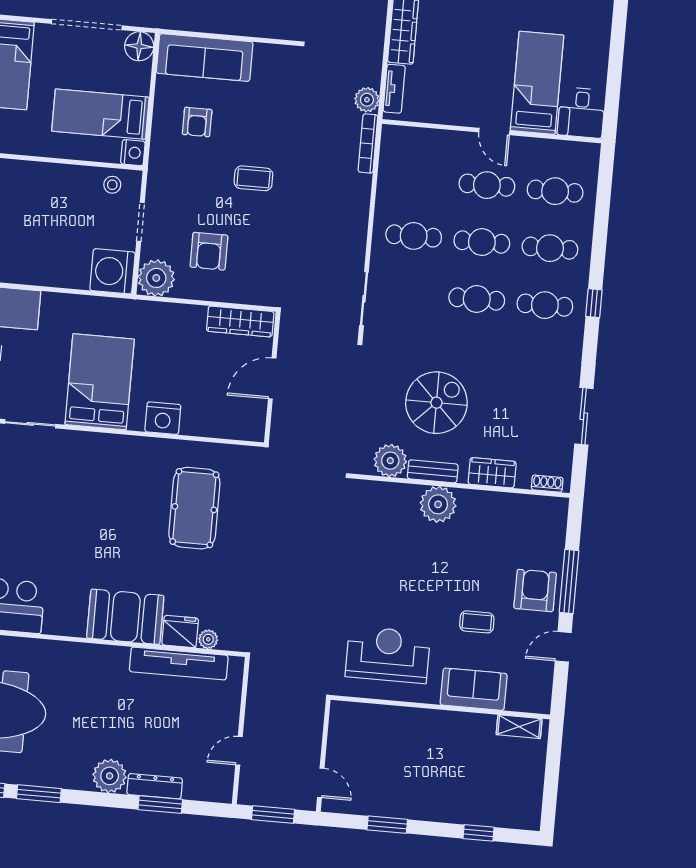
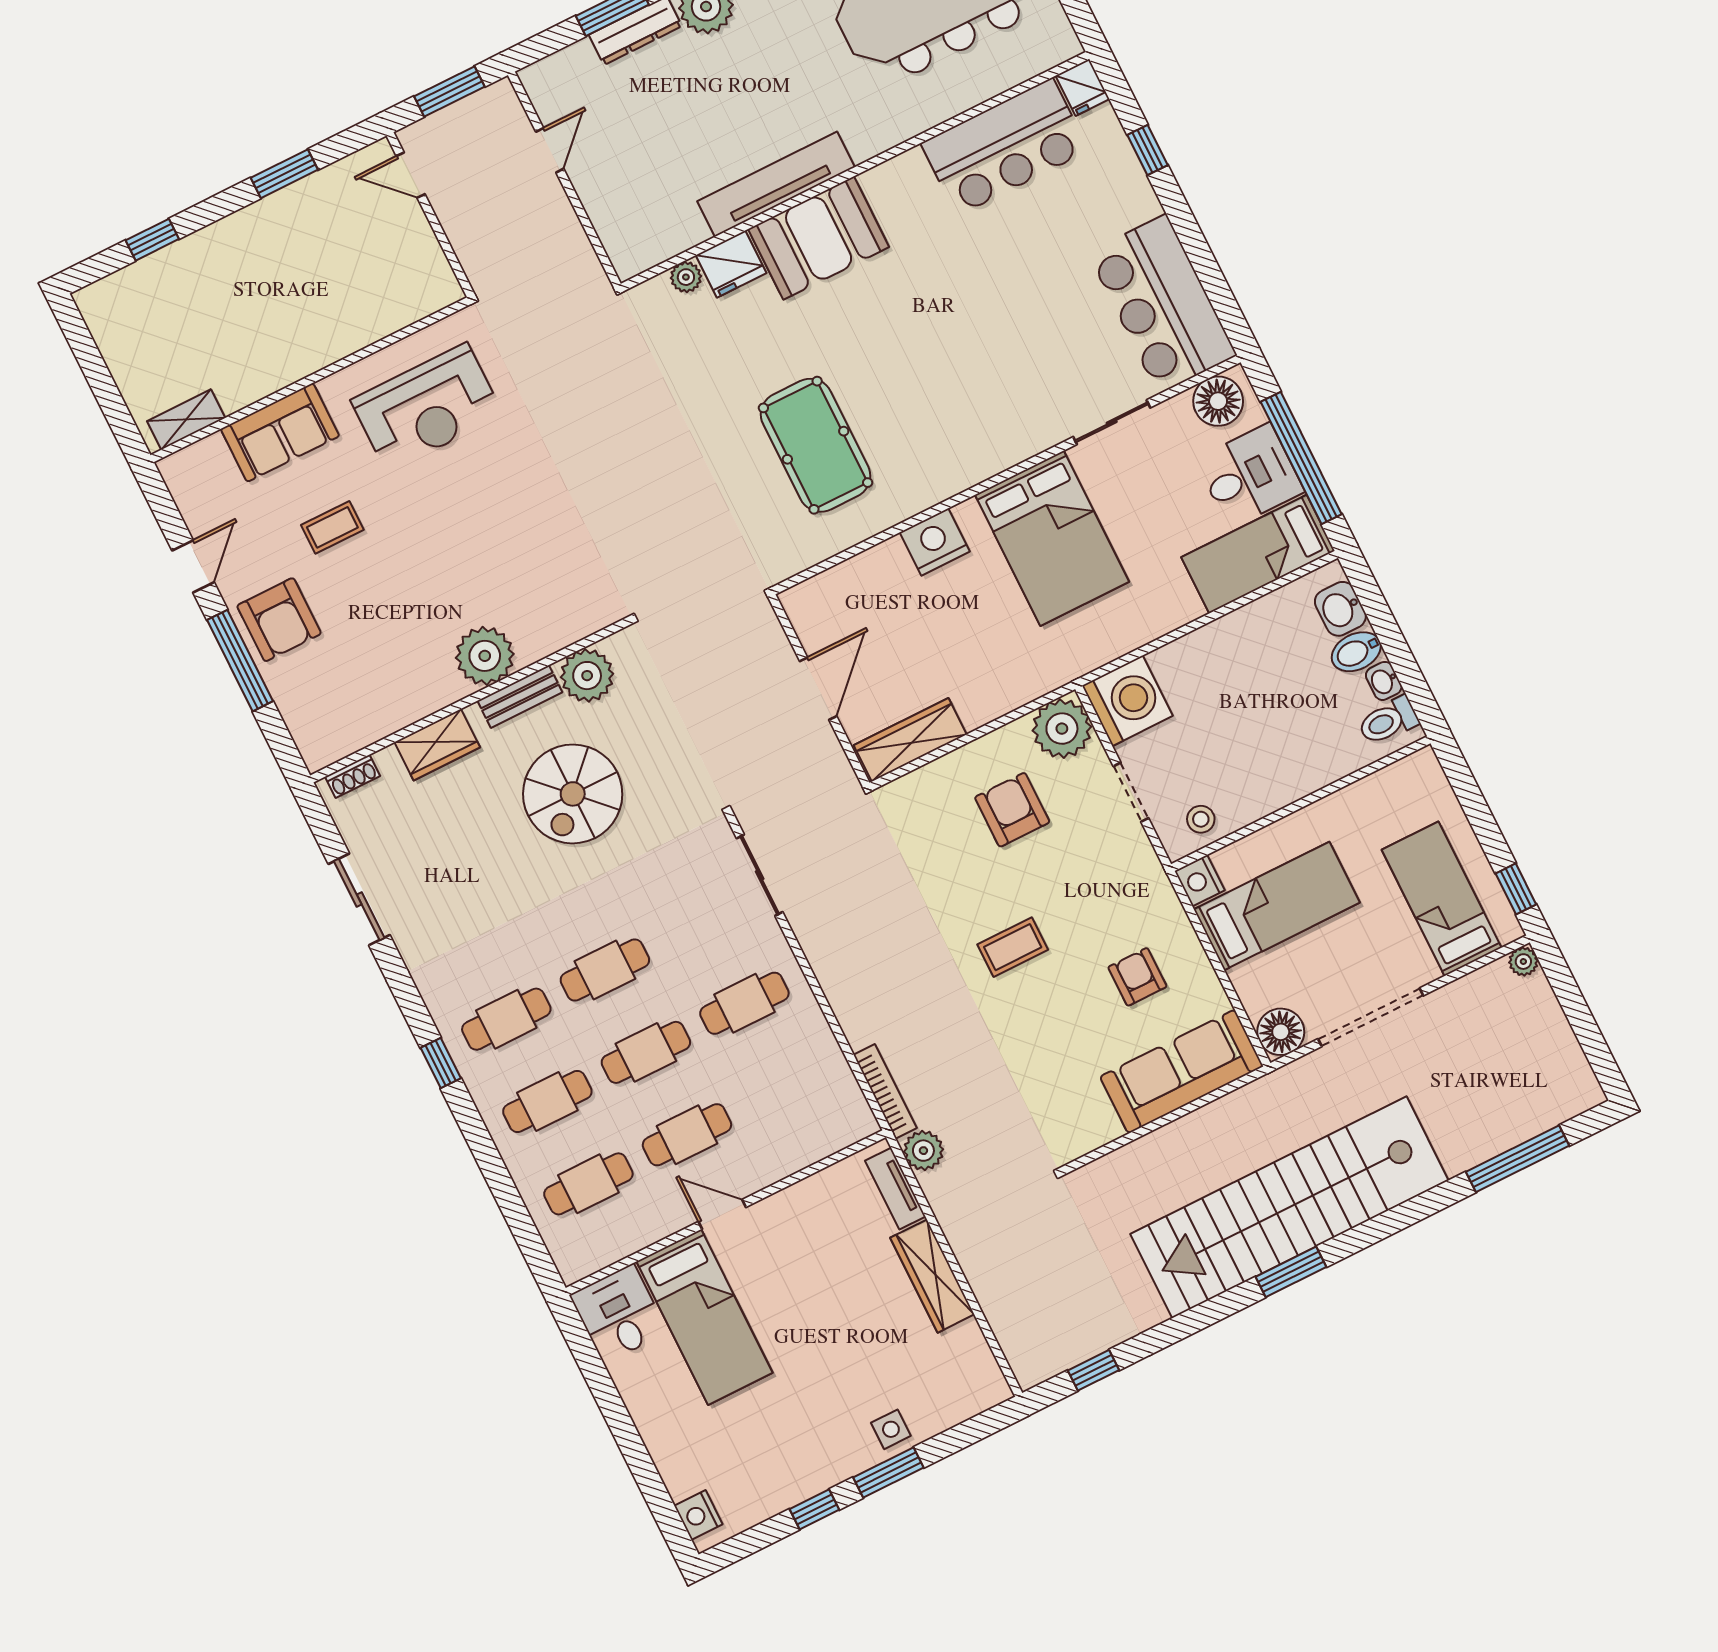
tv unit: (179, 663) -> (776, 184), moved

